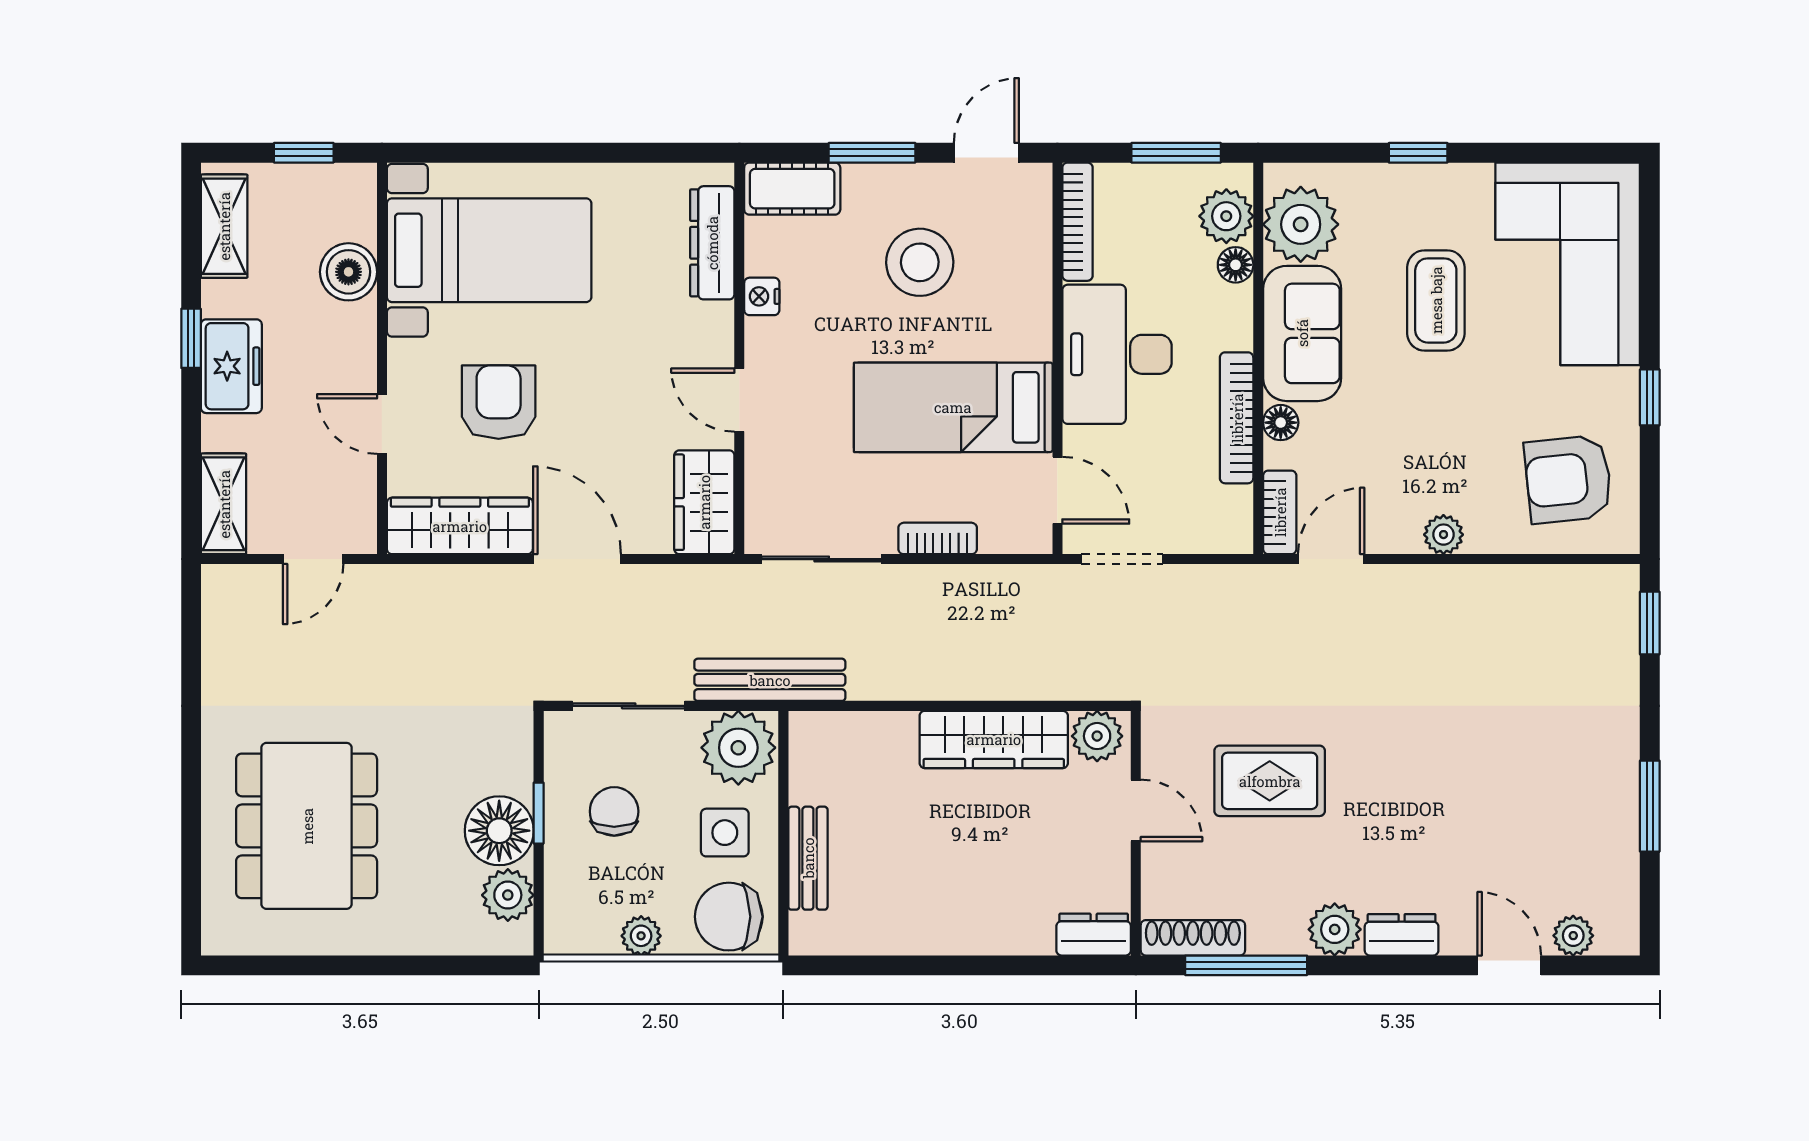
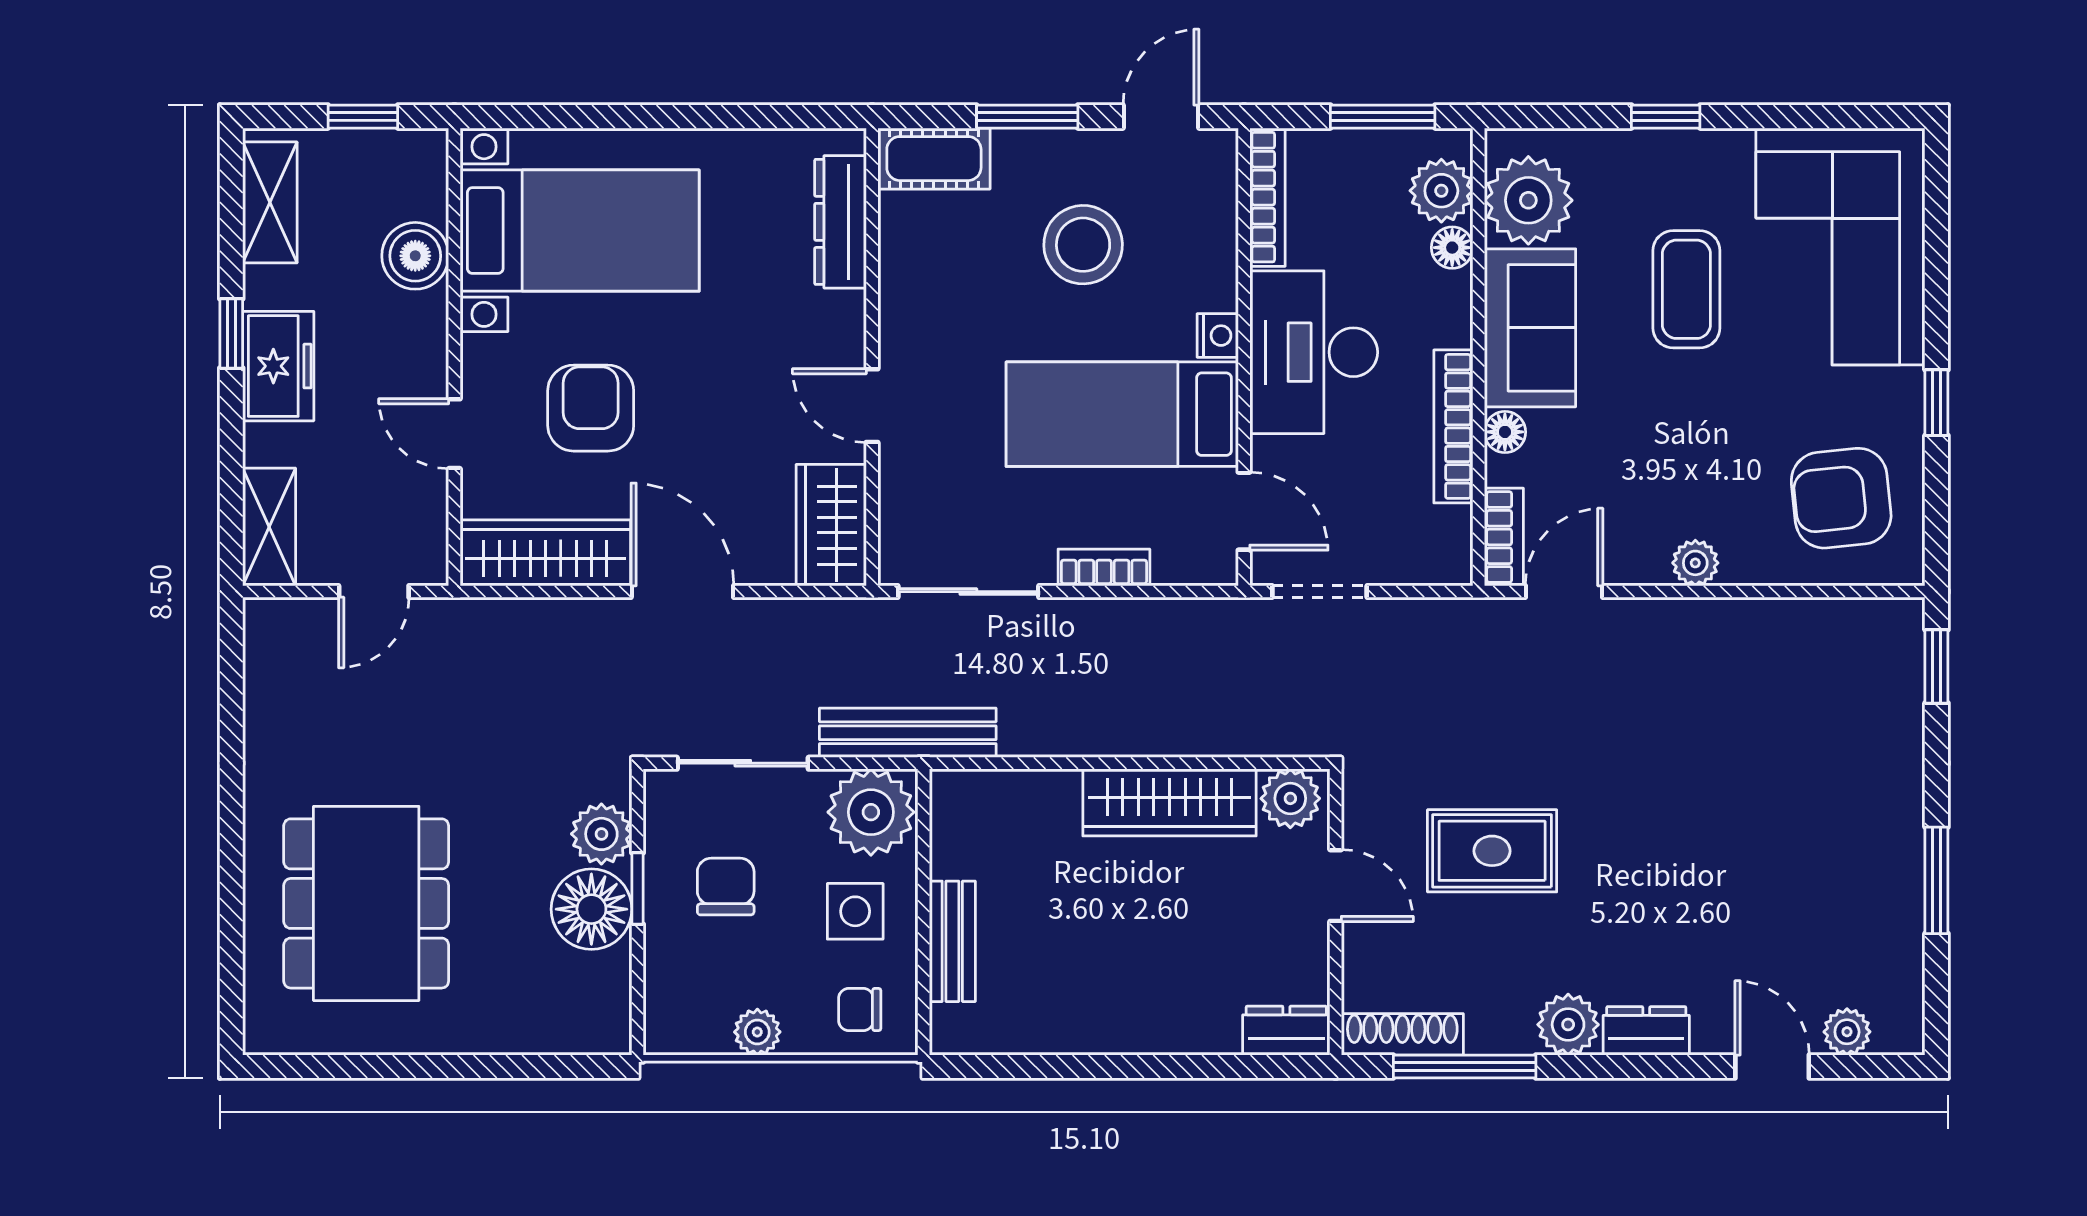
nightstand: (762, 296) -> (1218, 336), moved, turned 180
plant: (508, 895) -> (601, 834), moved
chair: (729, 917) -> (860, 1009), width x0.54, depth x0.54

